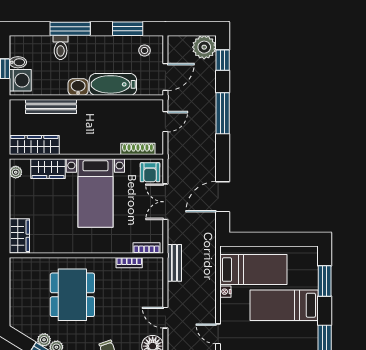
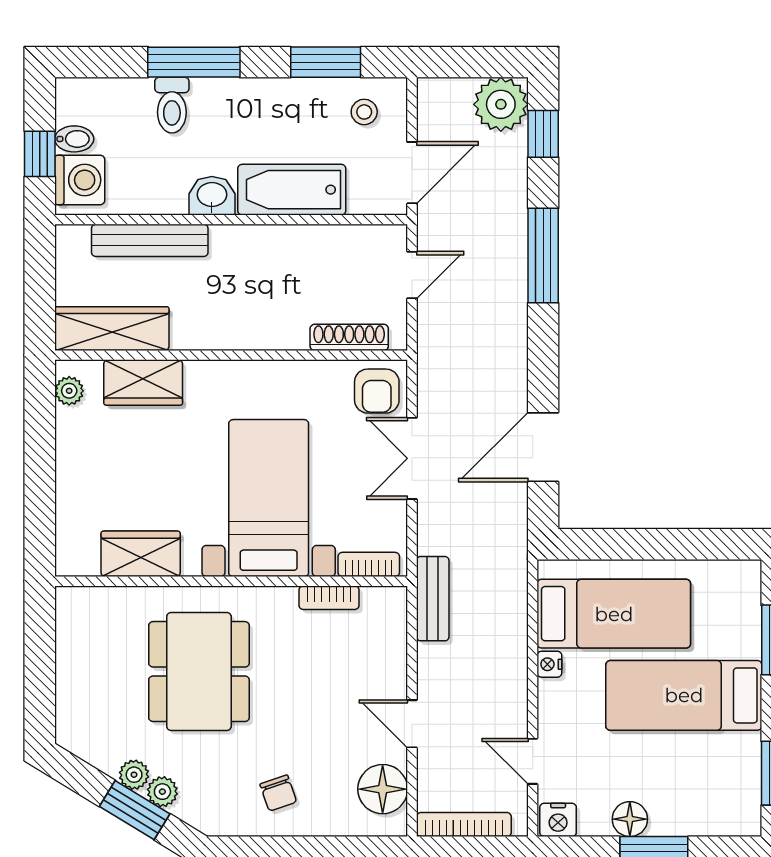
bed with nightstands: (95, 193) -> (269, 498), moved, turned 180
wardrobe: (19, 236) -> (141, 554), moved, turned -90

